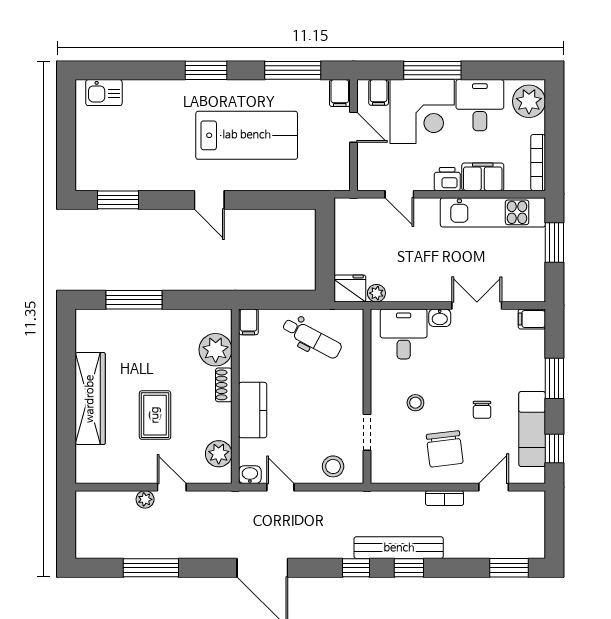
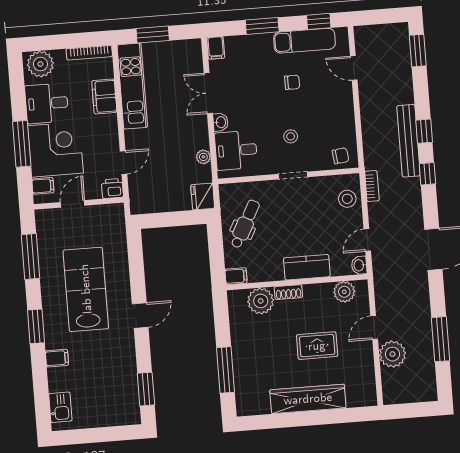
filing cabinet: (340, 93) -> (57, 358), moved
printer: (447, 179) -> (112, 188), moved, turned 90
plant: (376, 293) -> (203, 157), moved
doorway: (367, 432) -> (293, 175), moved
chair: (445, 449) -> (341, 156), moved, width x0.54, depth x0.54
bookcase: (445, 498) -> (372, 186), moved
plant: (145, 499) -> (392, 354), width x1.87, depth x1.87

